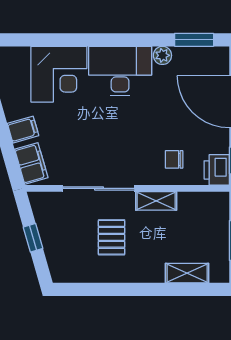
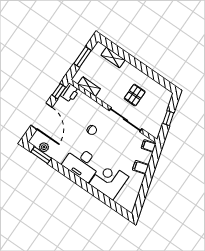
plant: (162, 55) -> (44, 147), moved
chair: (174, 159) -> (92, 130), moved
filing cabinet: (31, 163) -> (149, 146), width x0.50
shelving: (156, 201) -> (89, 87), moved

